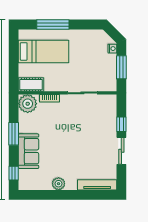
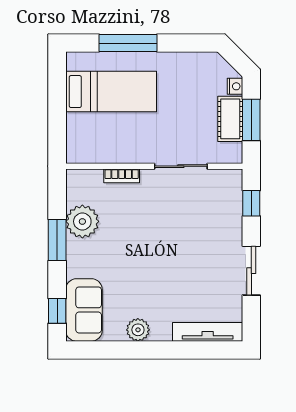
cot: (31, 85) -> (230, 119), moved, turned 90
plant: (28, 104) -> (82, 221), moved
window: (121, 124) -> (251, 203), moved
sofa: (29, 151) -> (84, 310), moved

